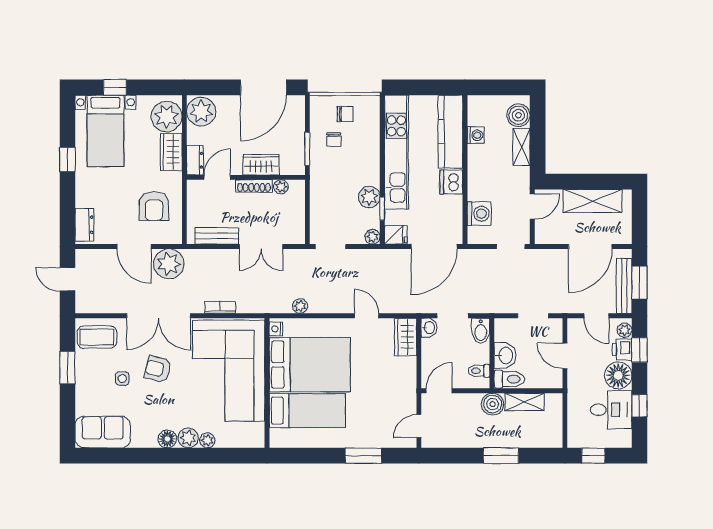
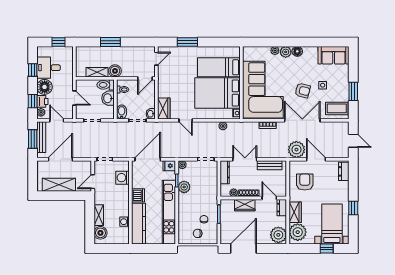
door: (217, 177) -> (269, 198), swing flipped
dresser: (297, 223) -> (225, 172), added

